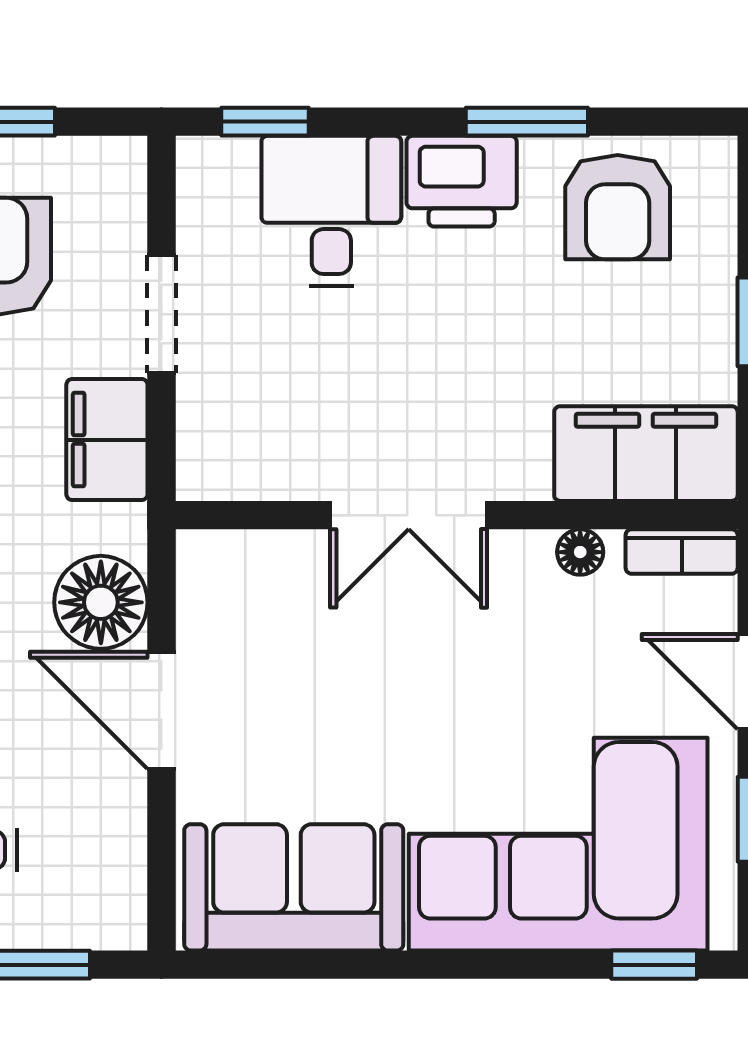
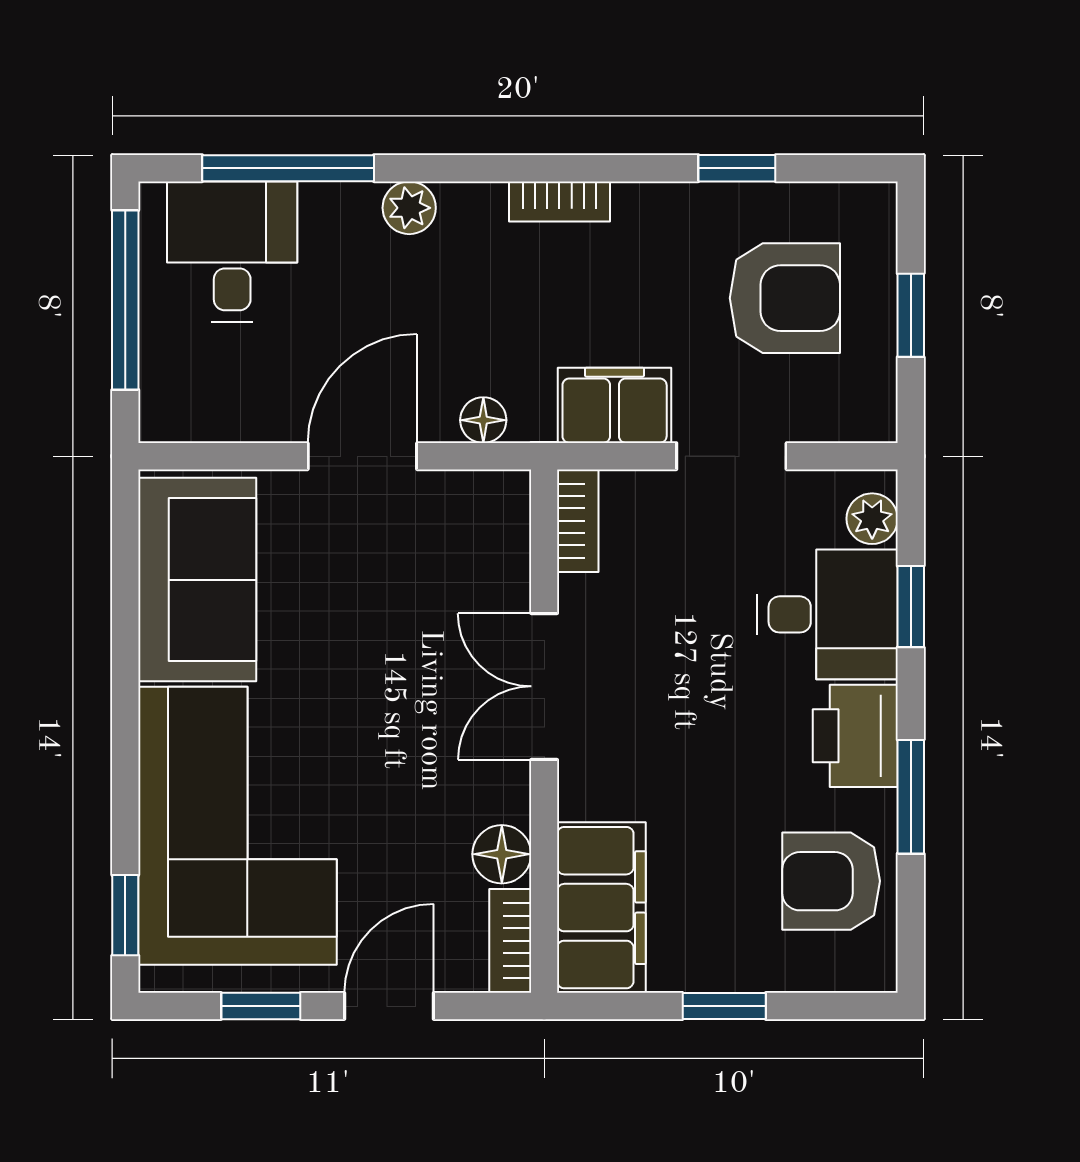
window: (265, 122) -> (911, 607), moved
plant: (229, 163) -> (872, 519), added
bookcase: (231, 479) -> (578, 521), added
floor lamp: (580, 552) -> (502, 854), width x1.37, depth x1.37
floor lamp: (101, 602) -> (483, 420), width x0.53, depth x0.53

